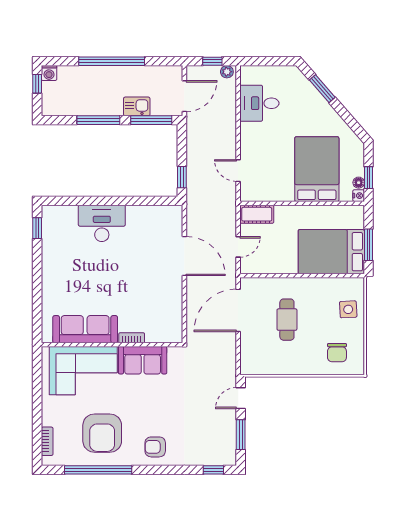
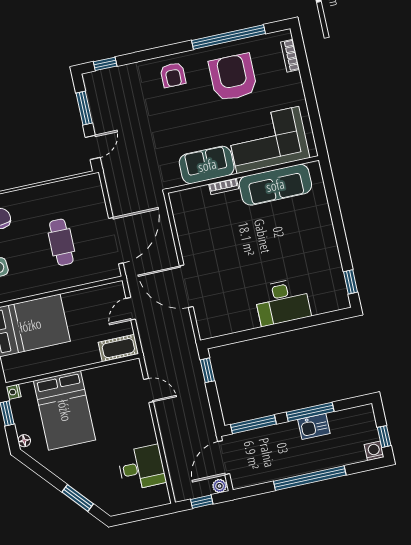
plant: (227, 72) -> (220, 486), moved
kitchen sink: (137, 106) -> (314, 426), moved
floor lamp: (359, 183) -> (24, 441), moved
armchair: (155, 447) -> (173, 75), turned 90

